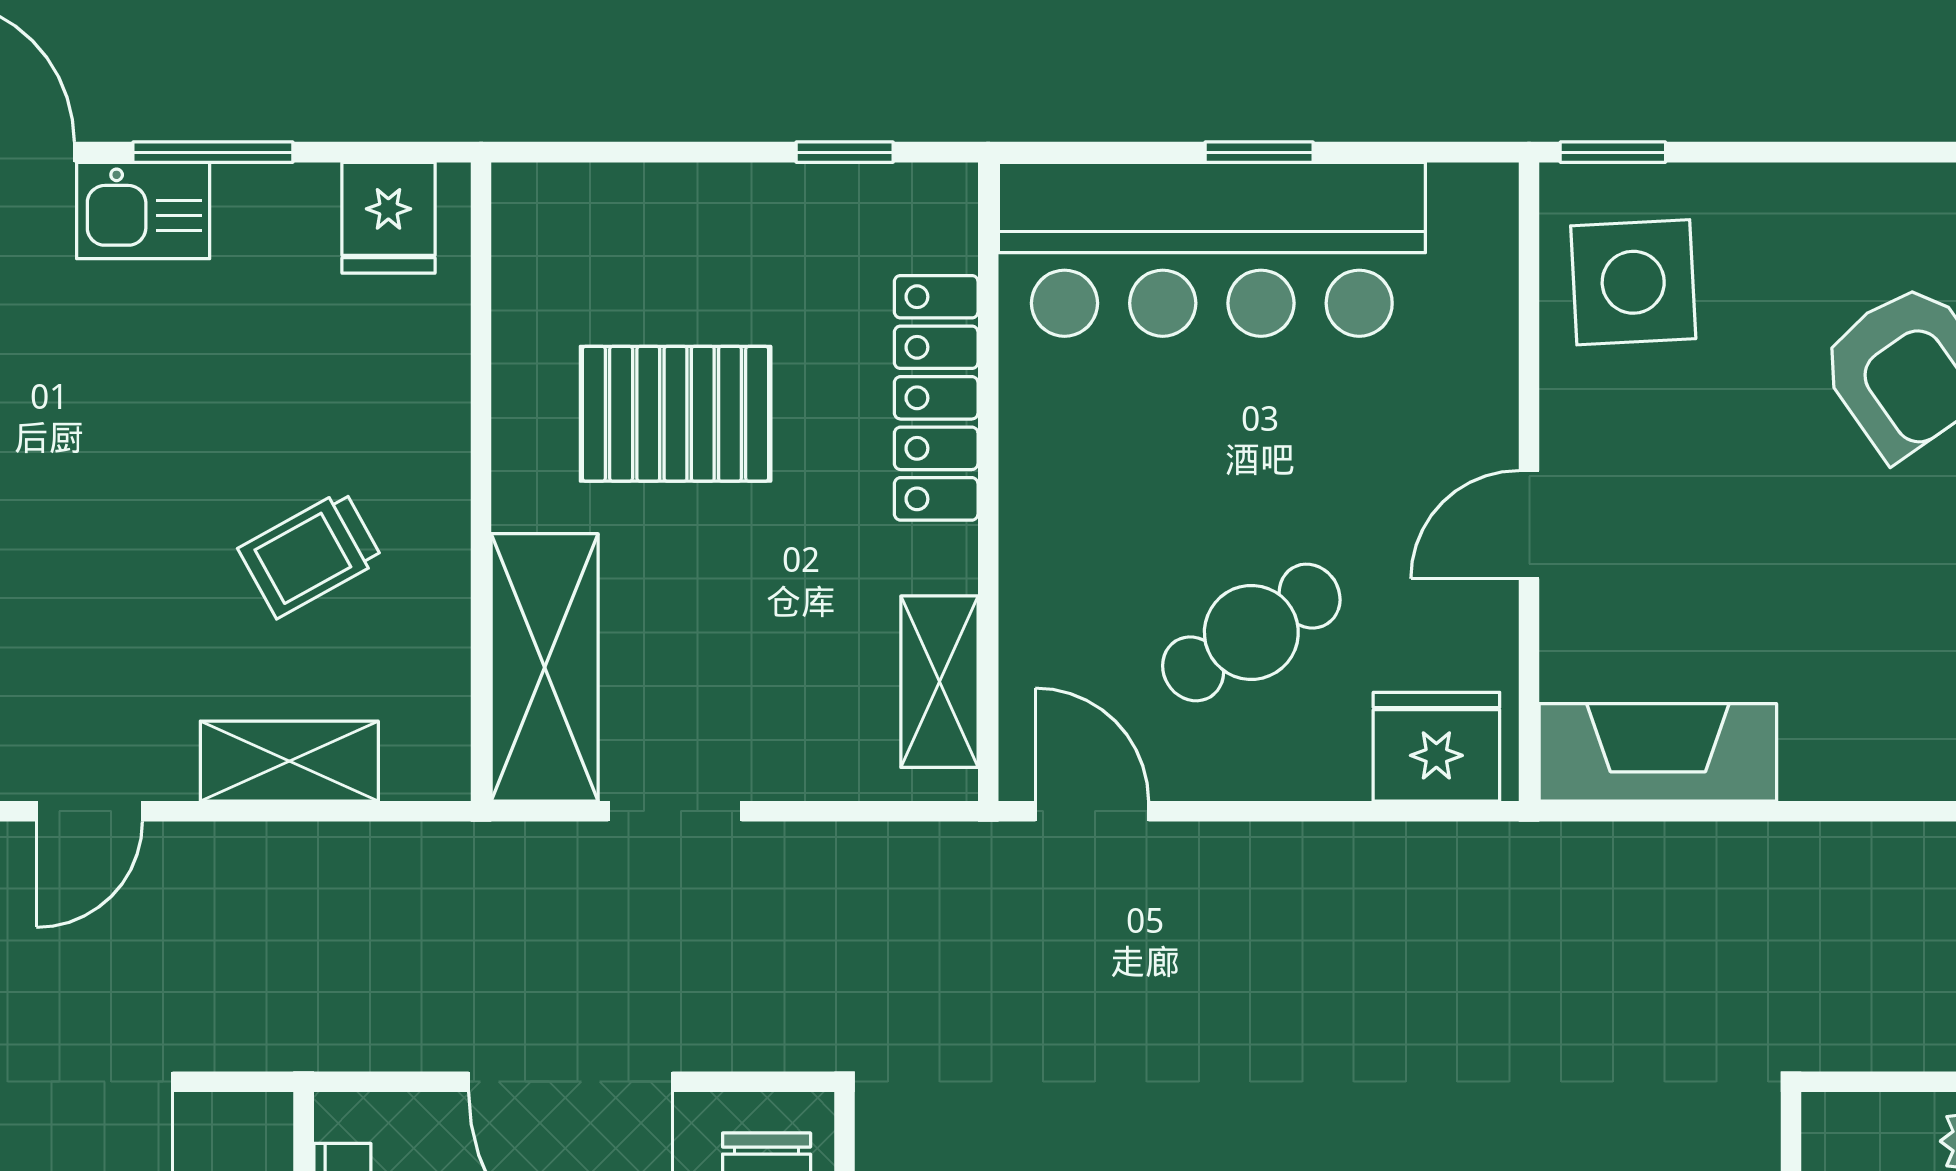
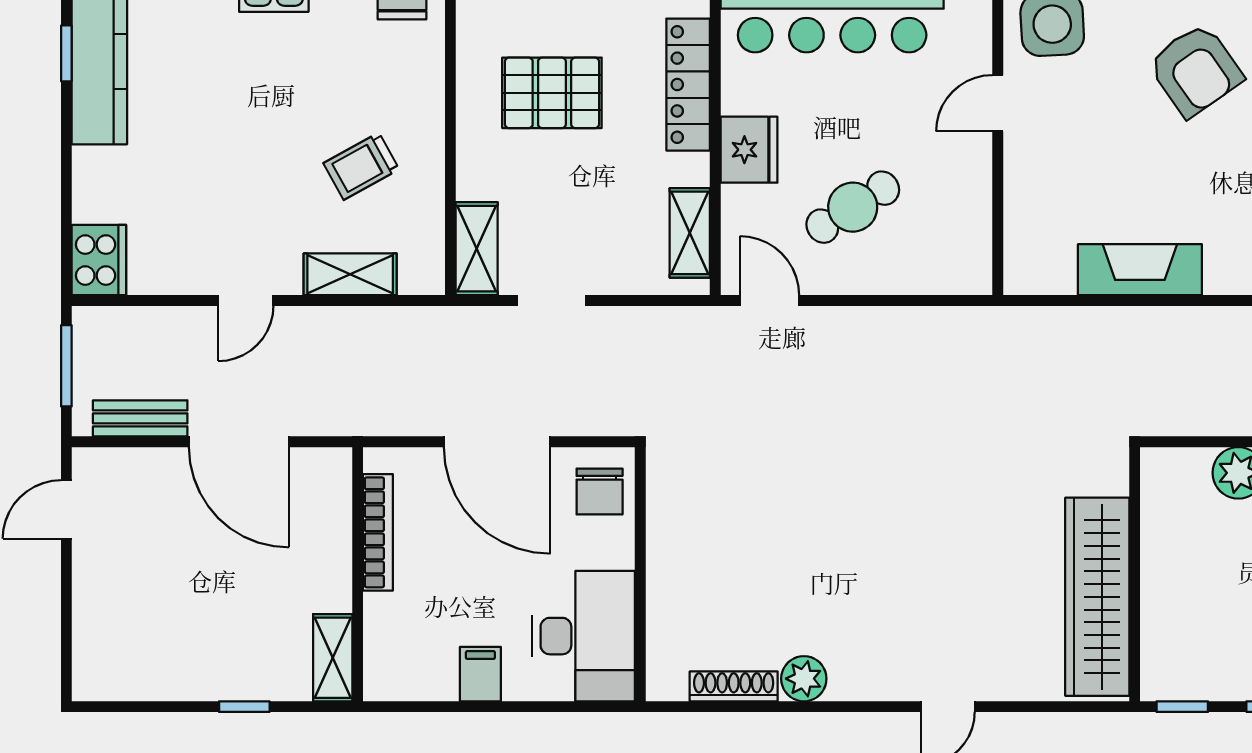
door: (1529, 525) -> (998, 103), moved
shelving: (545, 667) -> (477, 249), width x0.67, depth x0.75
fridge: (1436, 747) -> (749, 150), moved, turned 90
fireplace: (1658, 752) -> (1140, 270), moved

